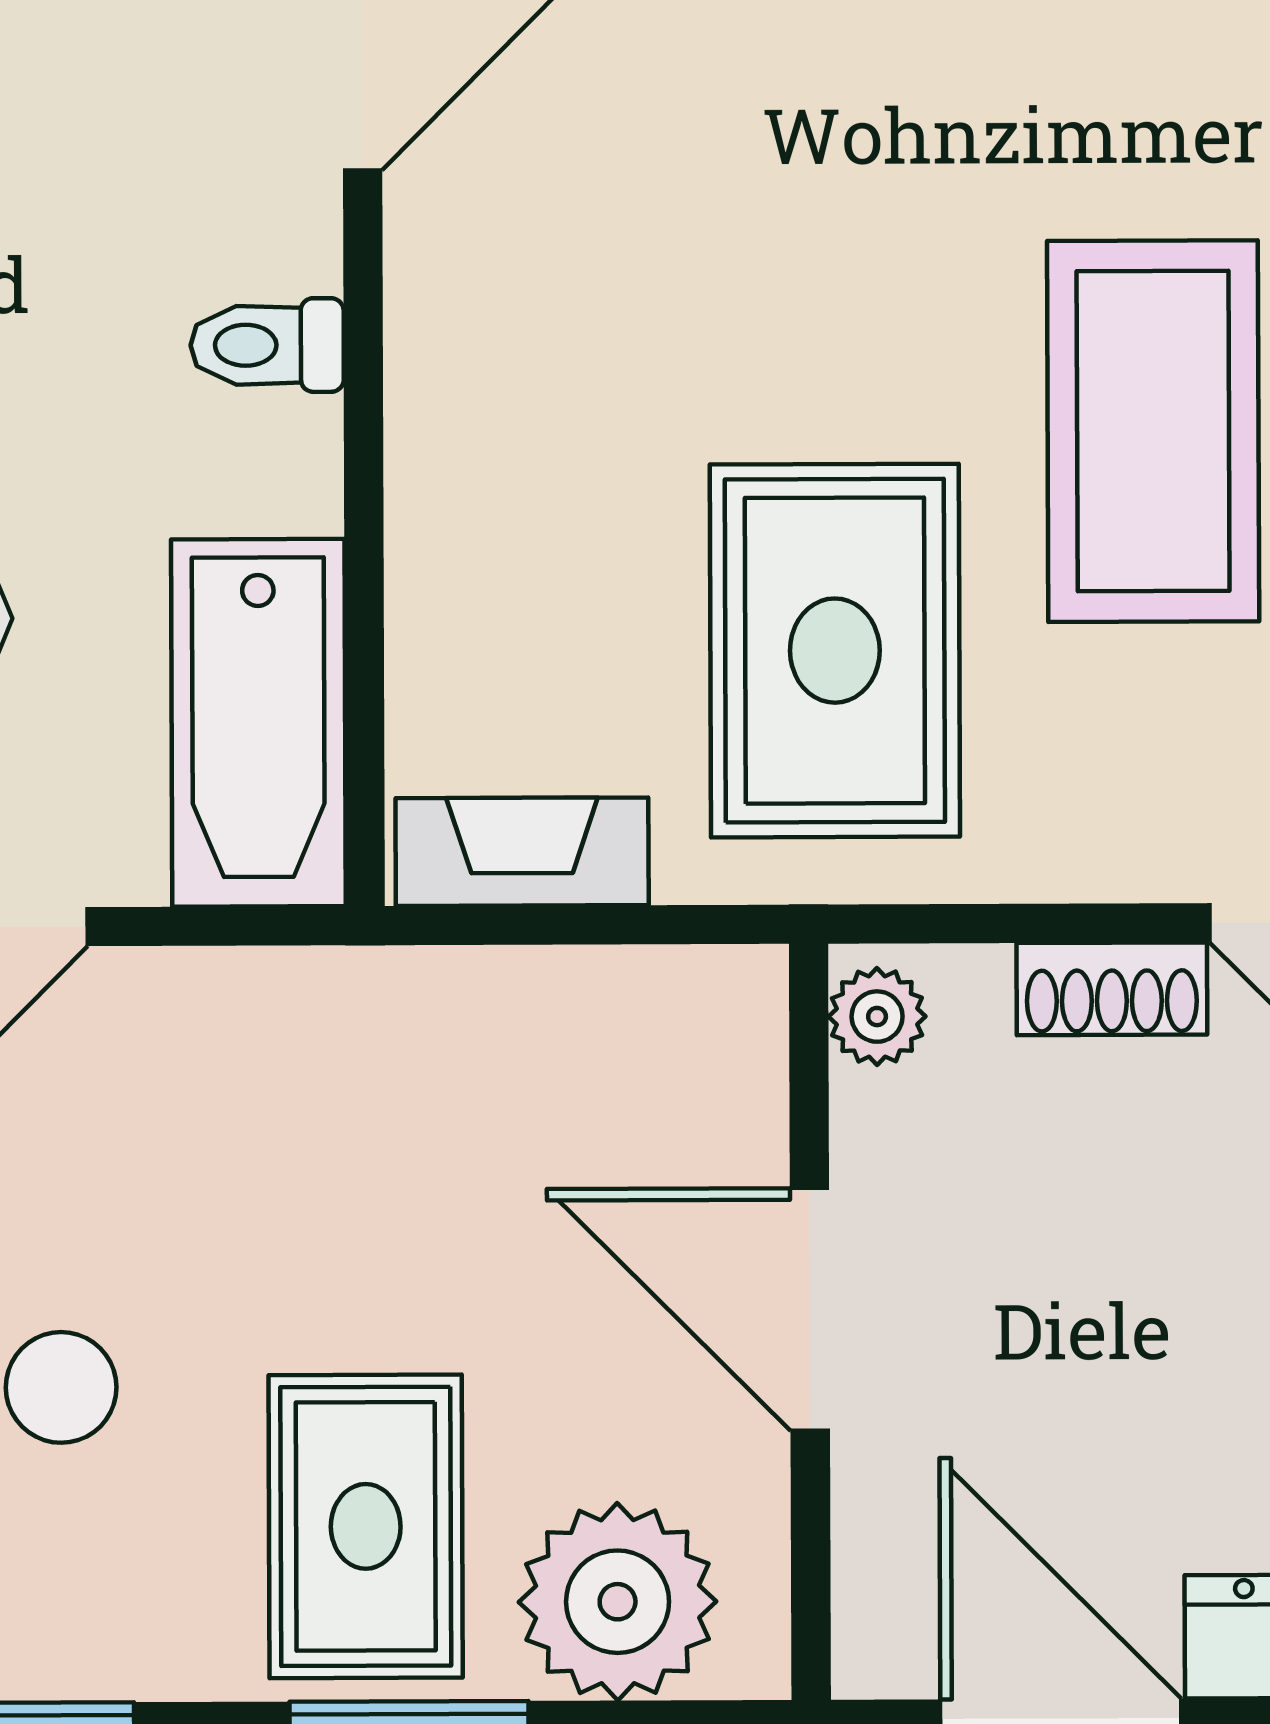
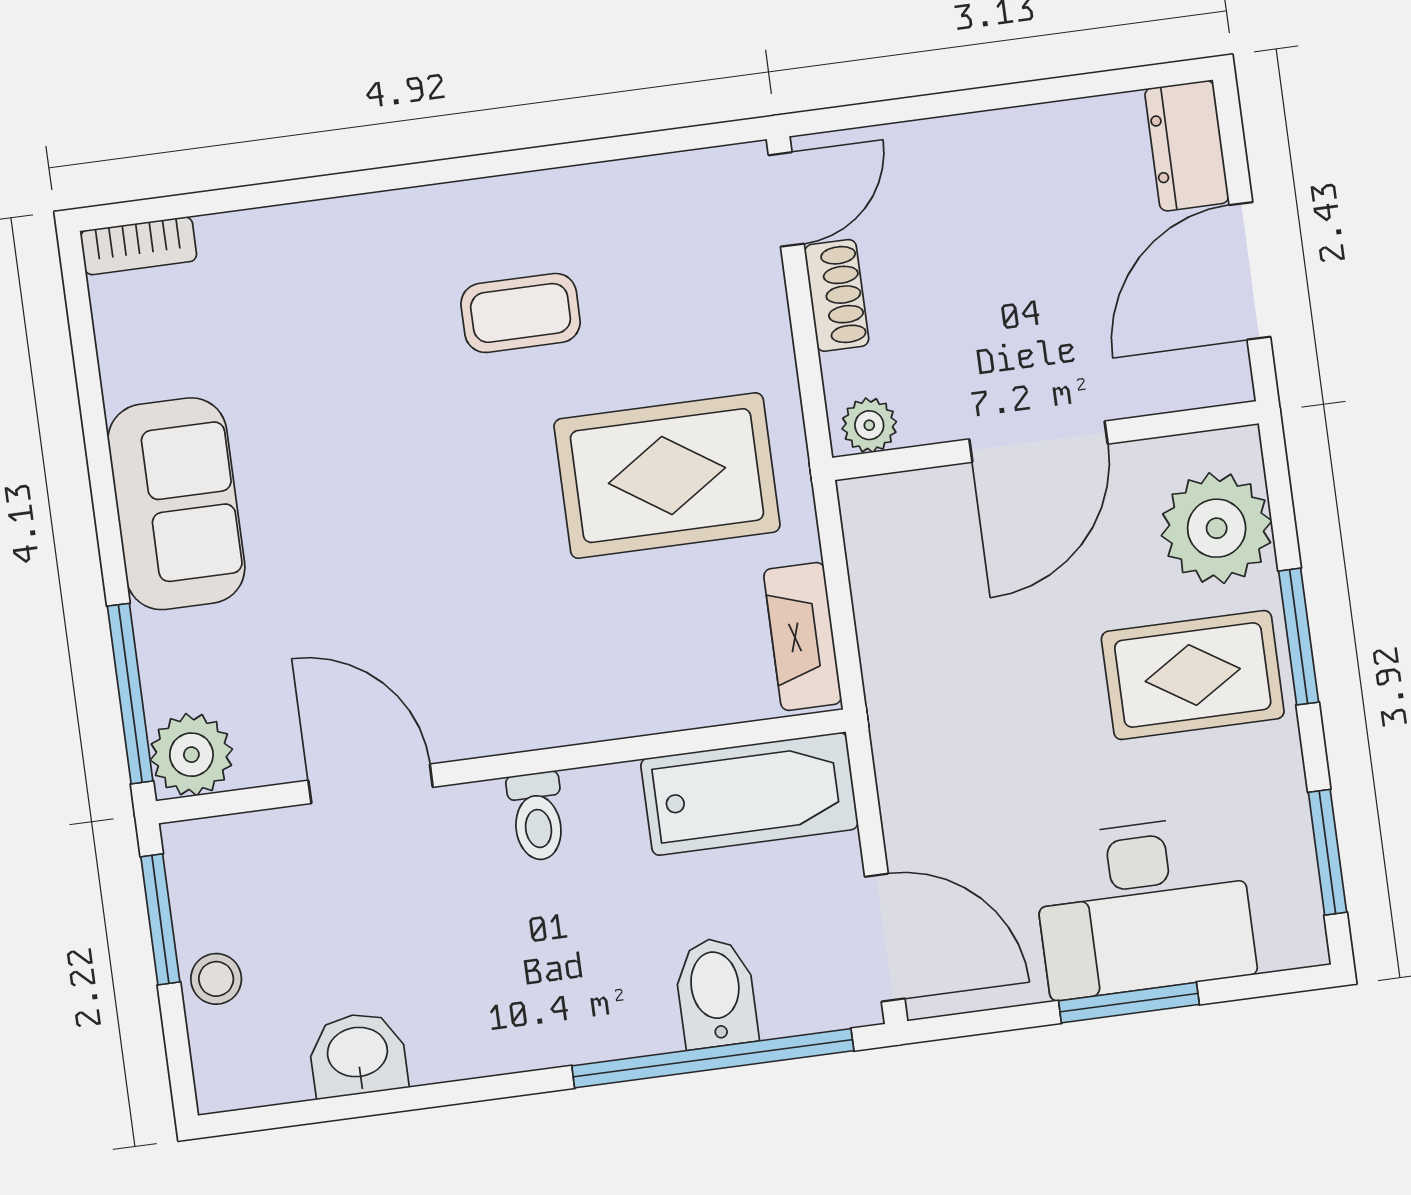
coffee table: (1153, 431) -> (521, 313), width x0.54, depth x0.58

